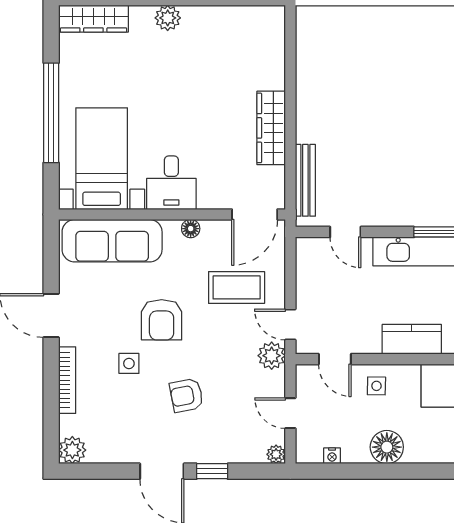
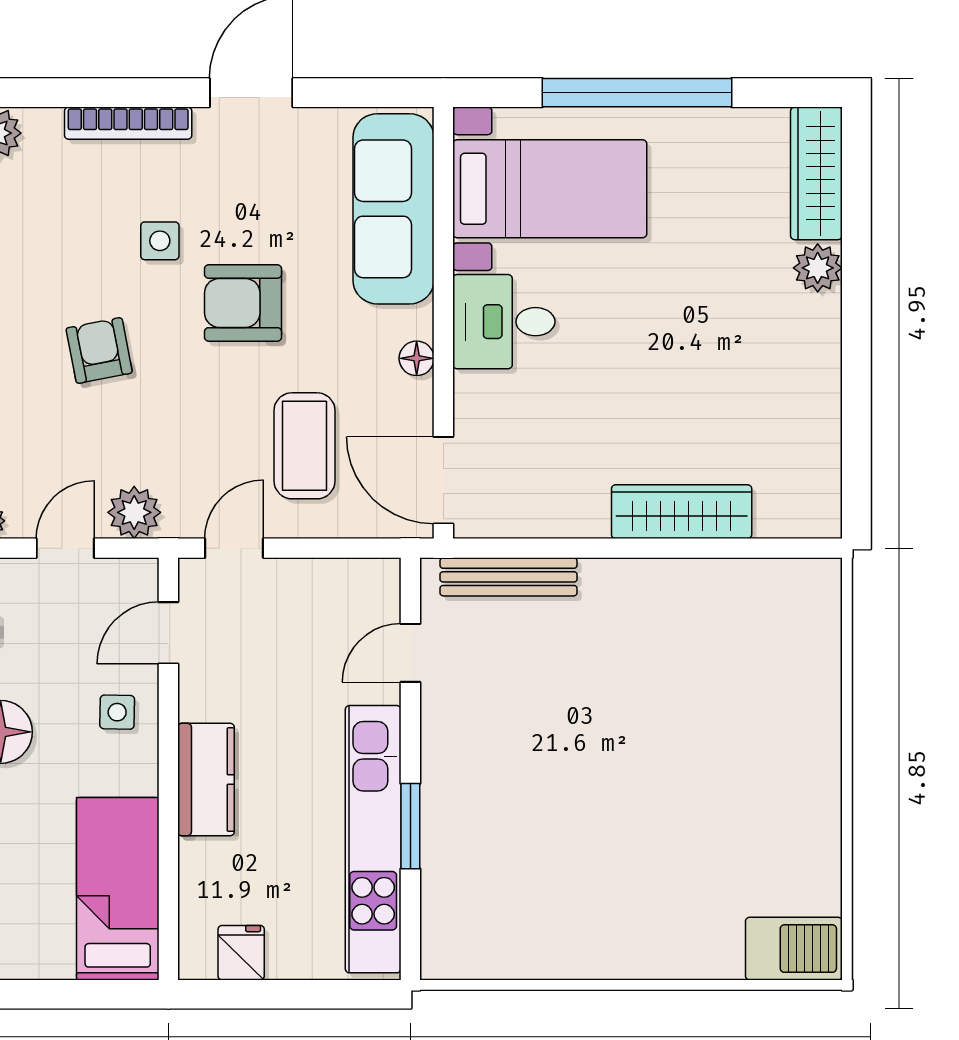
plant: (168, 18) -> (818, 268), moved
wardrobe: (271, 128) -> (682, 512), moved
plant: (272, 356) -> (134, 512), moved

